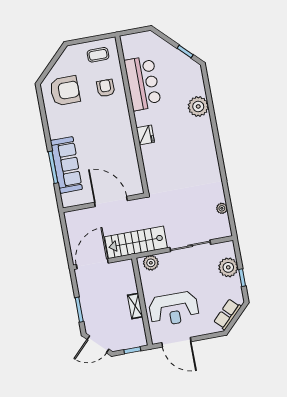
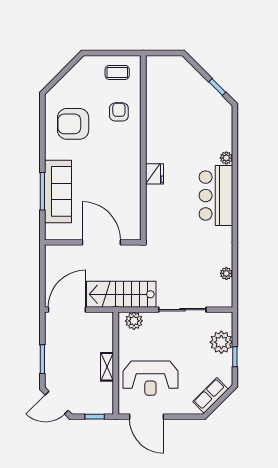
bar counter: (143, 83) -> (216, 196), moved, turned 180
armchair: (65, 91) -> (73, 124), moved, turned 180
plant: (198, 106) -> (226, 158), width x0.53, depth x0.53

